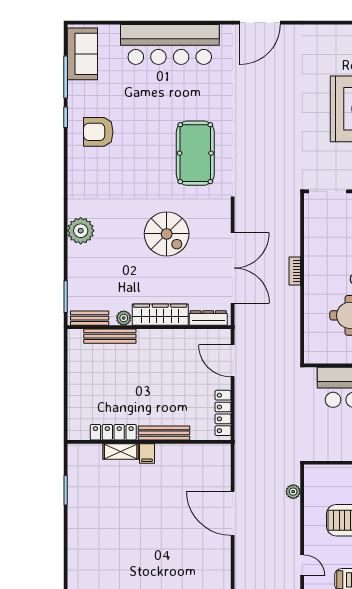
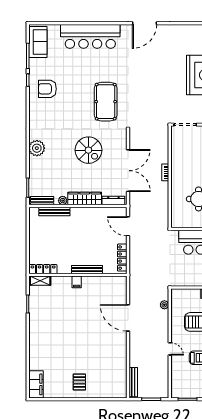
locker: (113, 432) -> (43, 269), moved
shelving: (121, 452) -> (40, 281), moved

